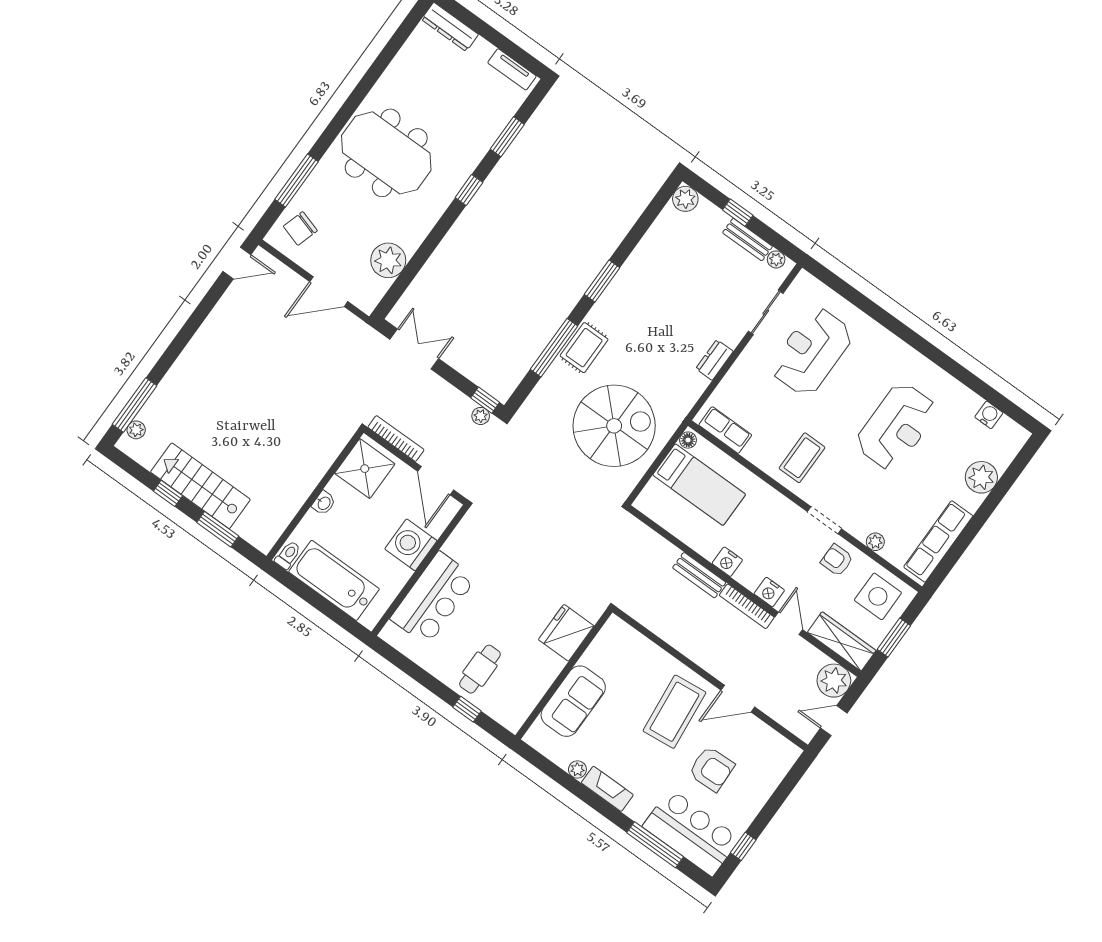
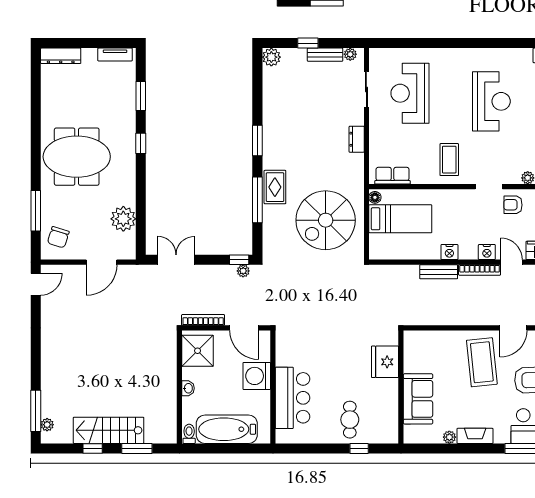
spiral stairs: (614, 426) -> (326, 220), turned 180

